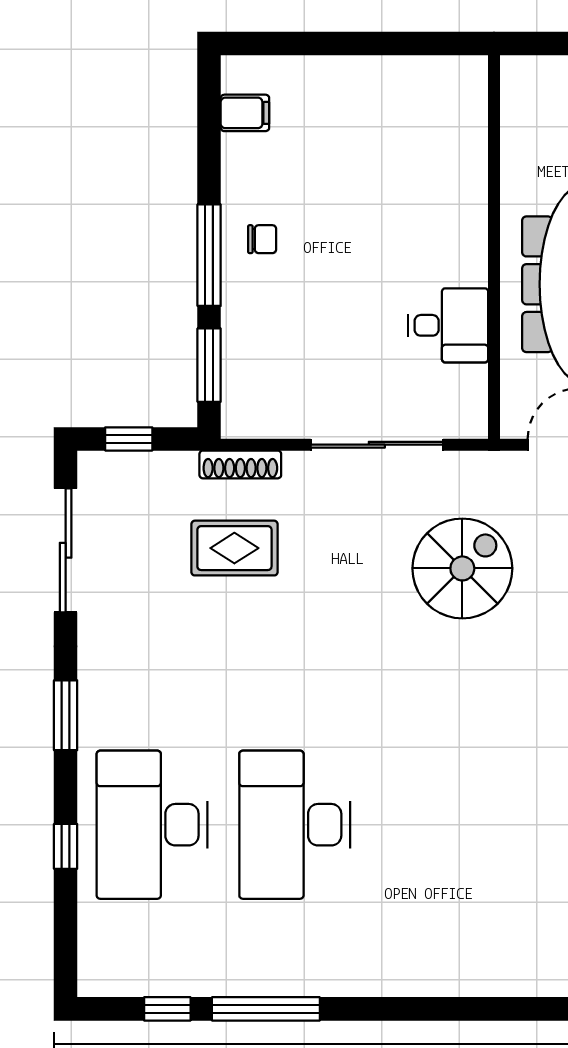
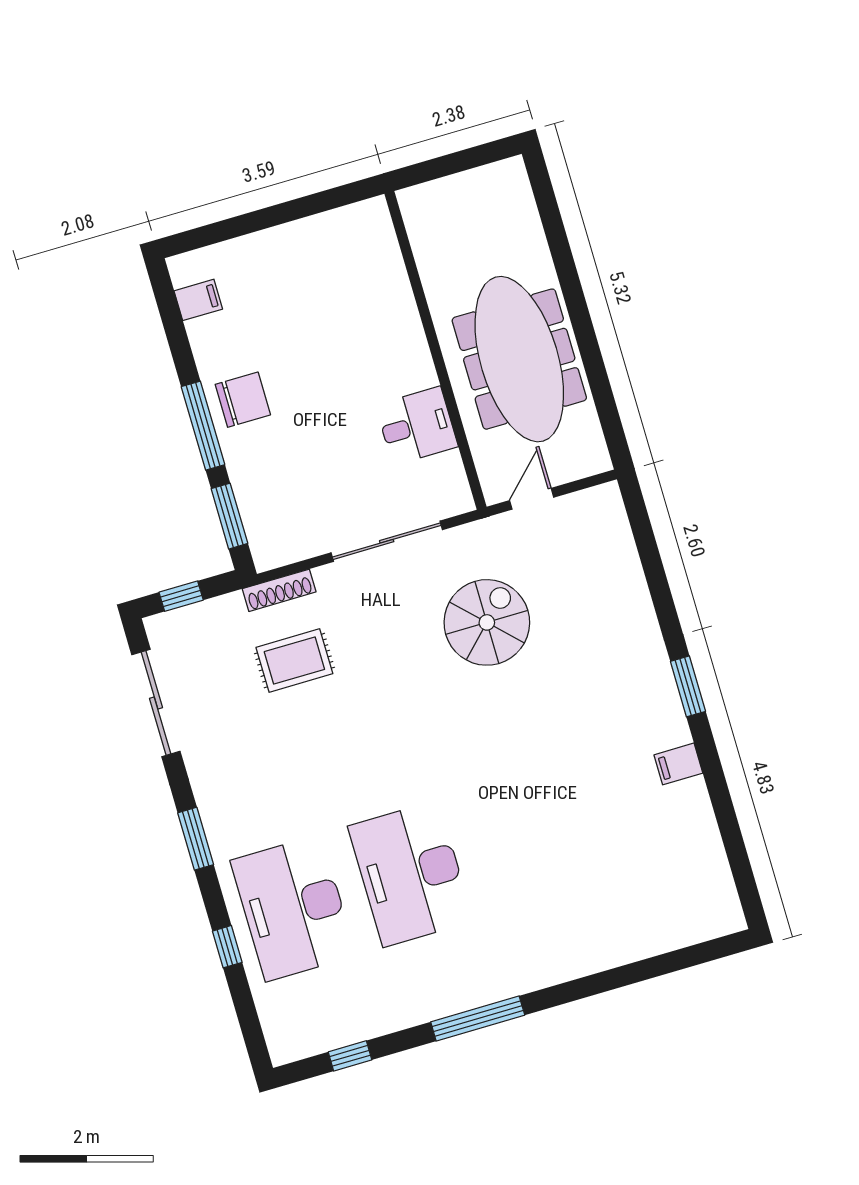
chair: (262, 239) -> (243, 400), width x1.87, depth x1.87
window: (266, 1009) -> (478, 1019), moved

